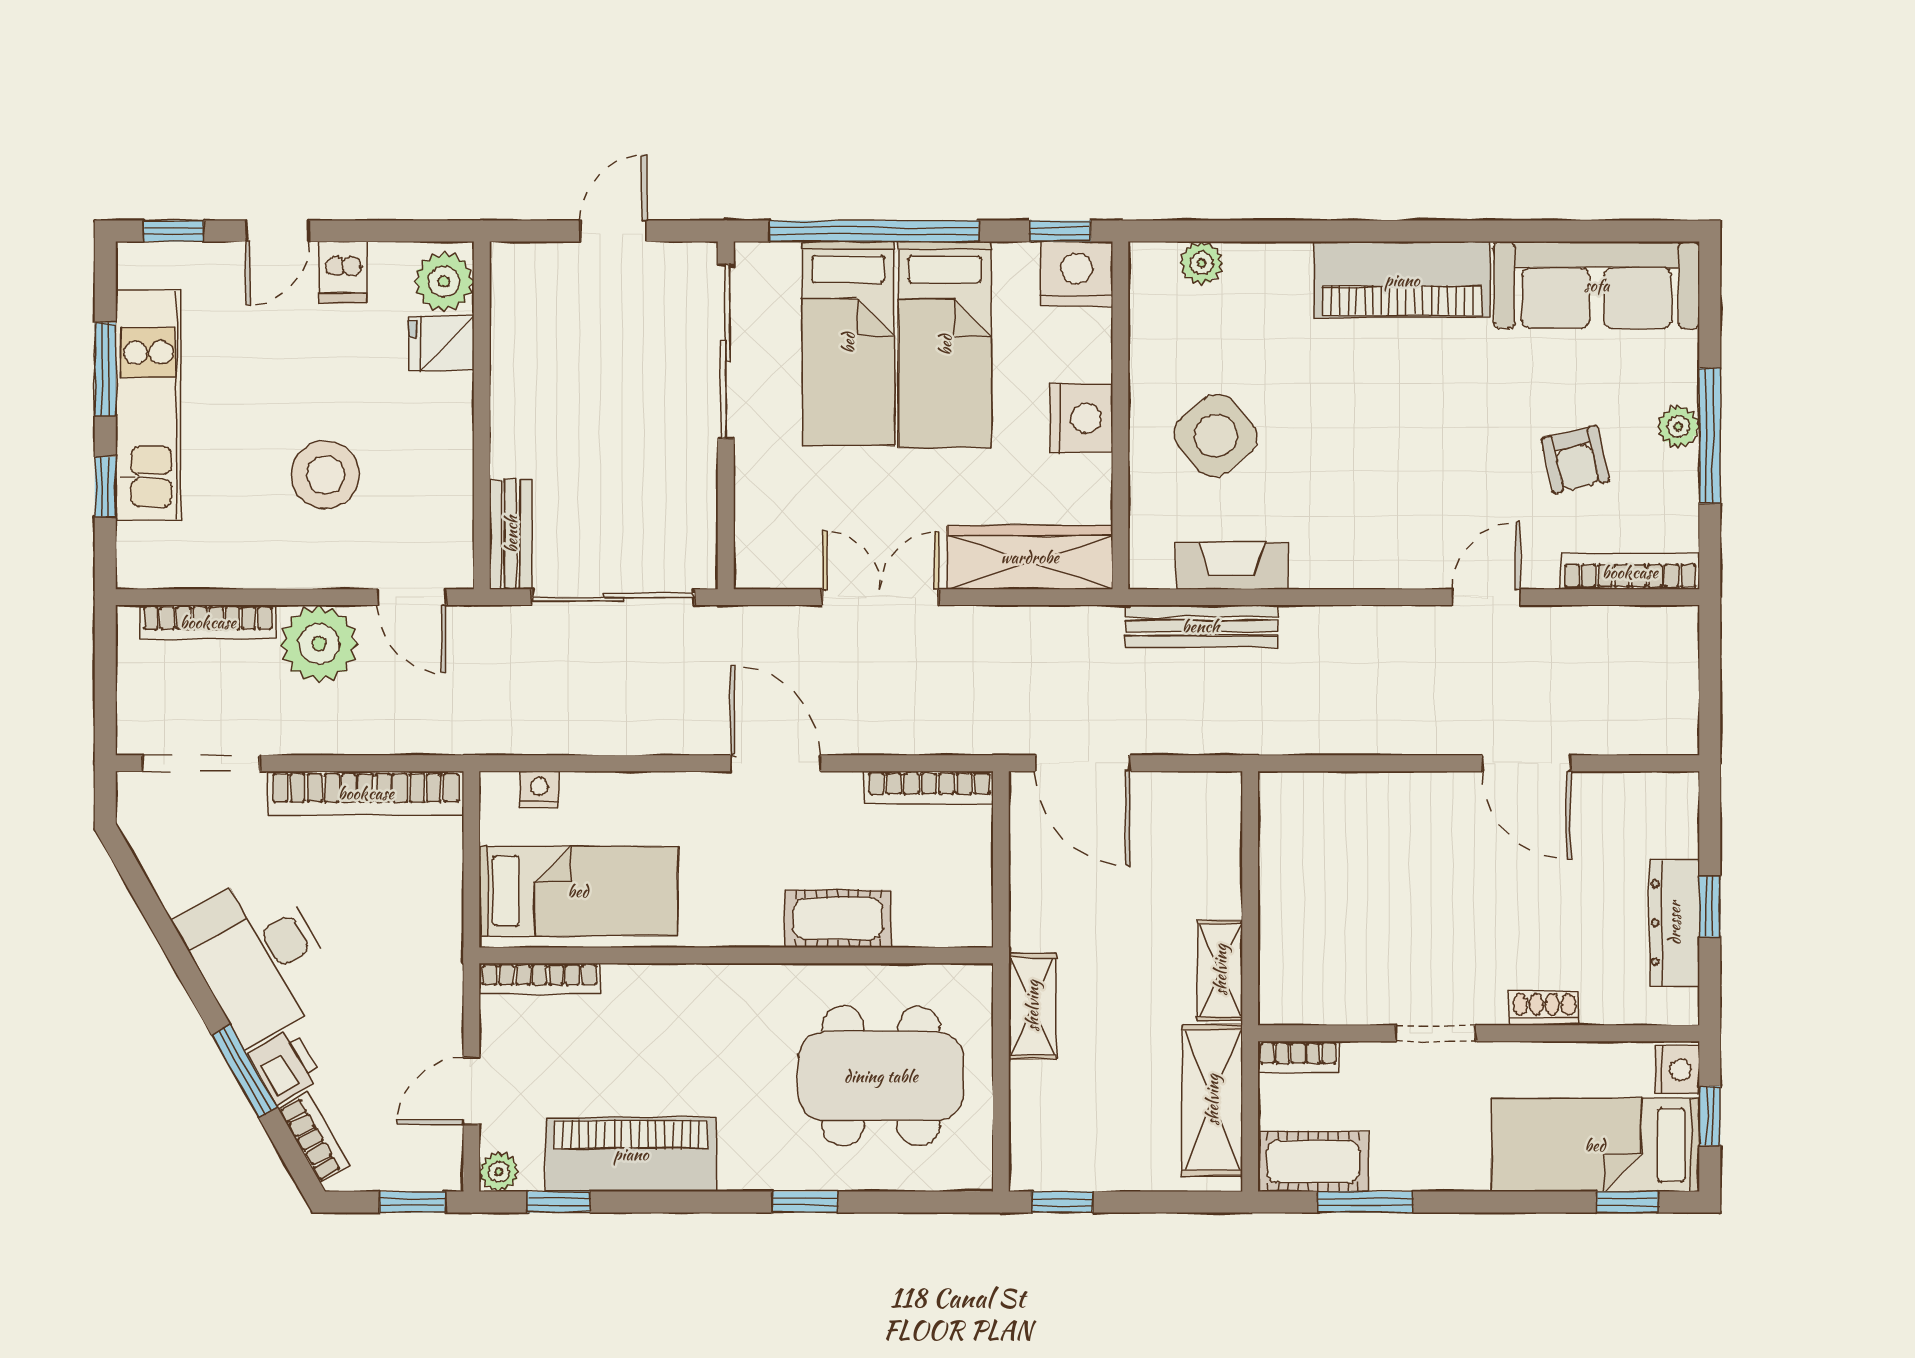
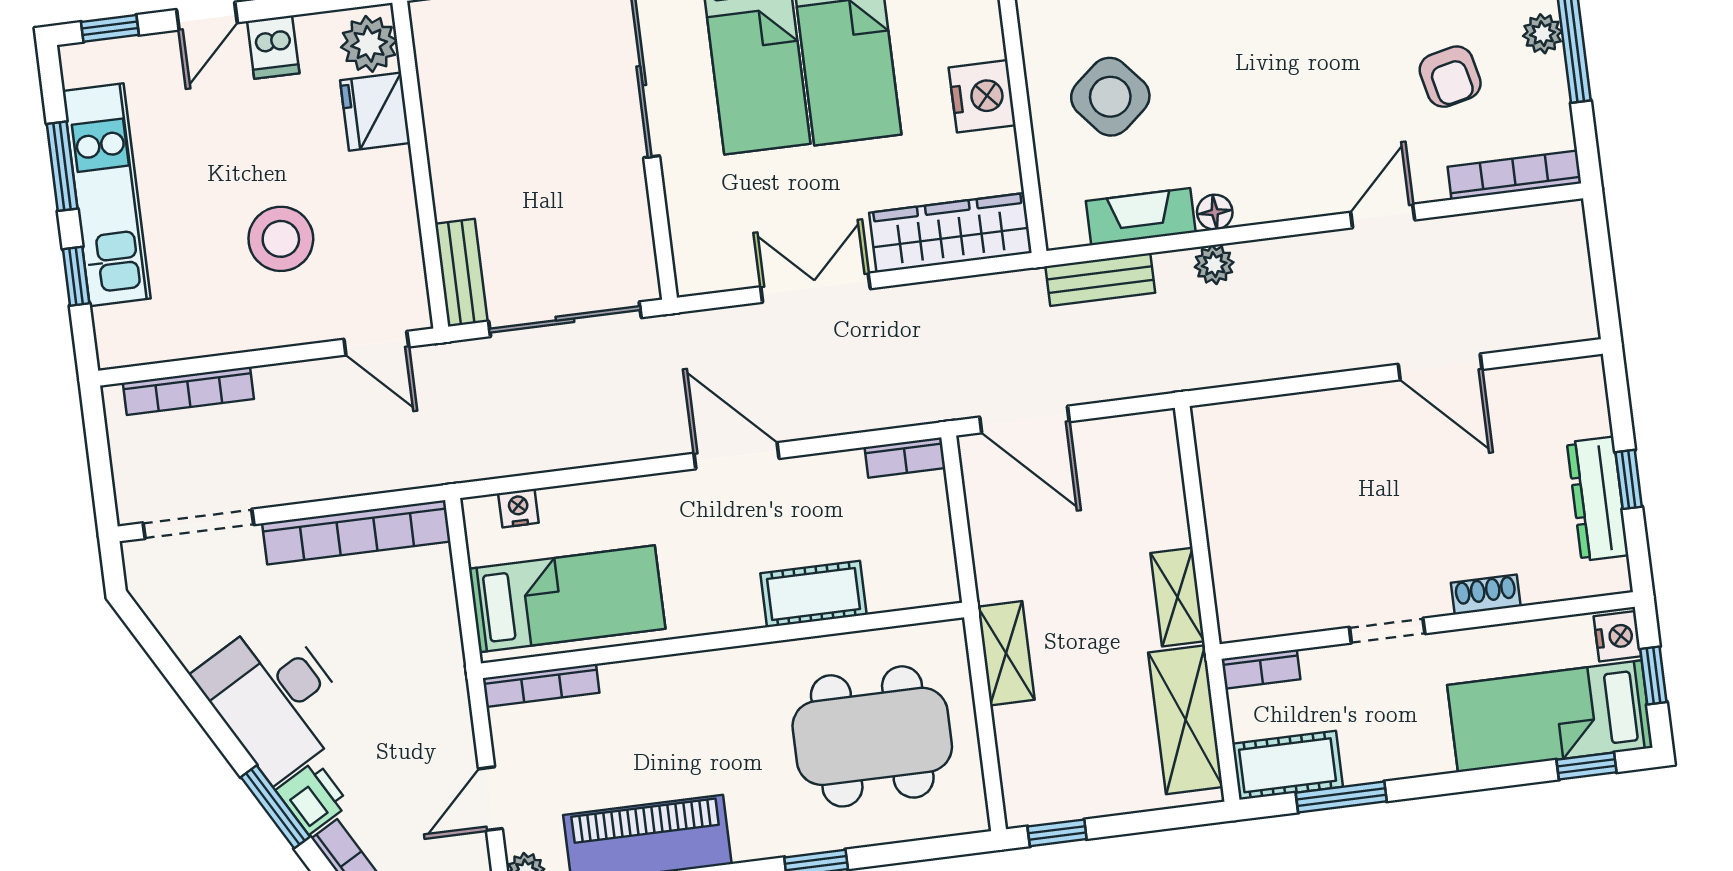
fridge: (441, 343) -> (375, 112), width x1.38
floor lamp: (1310, 571) -> (1215, 212), added
bench: (1201, 626) -> (1100, 279), width x0.73
plant: (319, 644) -> (1214, 265), moved, width x0.53, depth x0.53
bookcase: (929, 787) -> (905, 458), width x0.64

